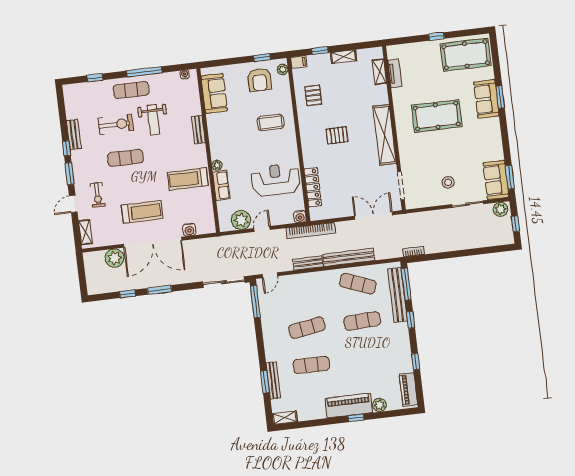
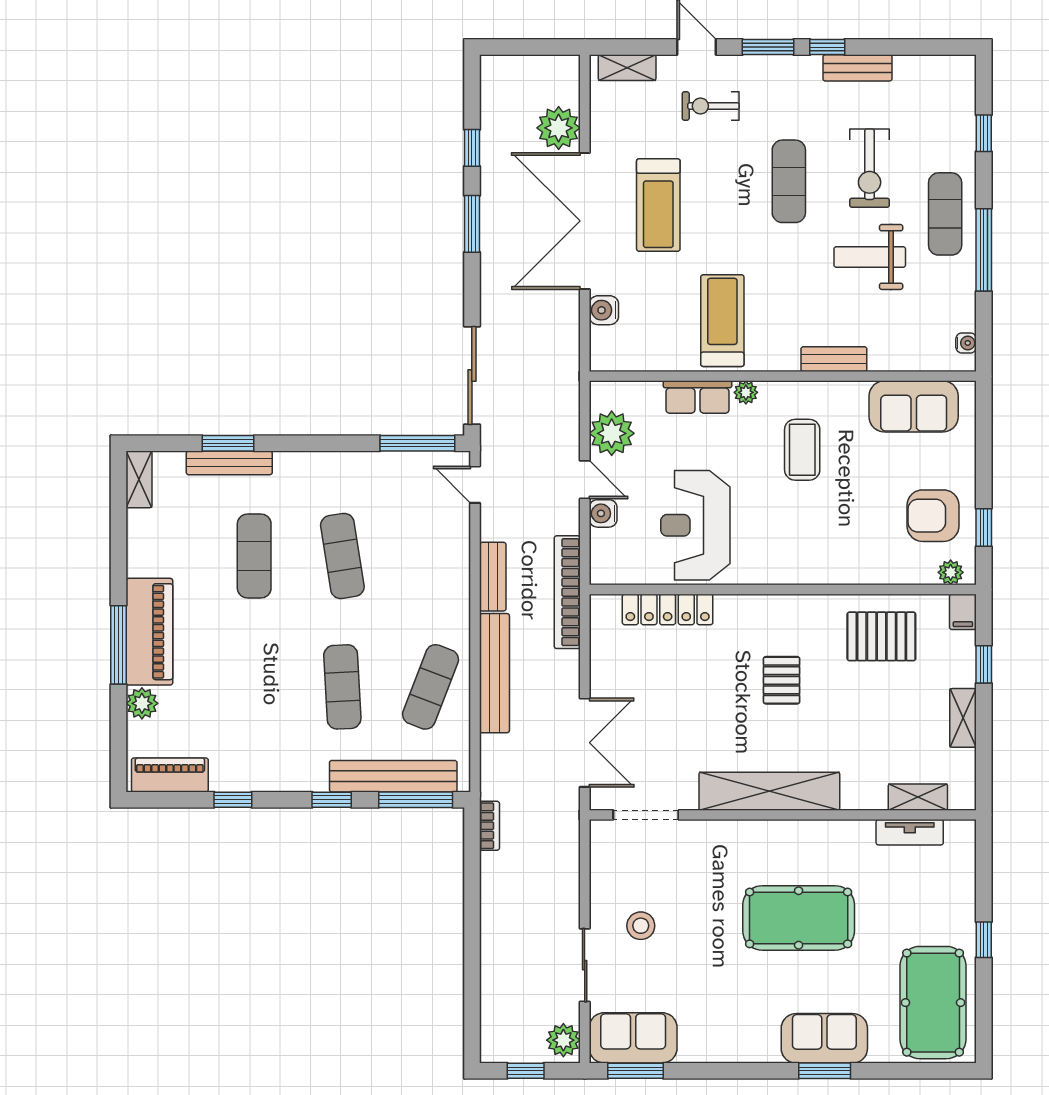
pallet: (313, 95) -> (881, 636), width x1.50, depth x1.42
pool table: (437, 116) -> (799, 918), turned 90
coffee table: (271, 122) -> (802, 450), moved
reception desk: (276, 180) -> (695, 525), turned 180
water cooler: (300, 217) -> (603, 513), moved
window: (356, 418) -> (119, 645), width x2.17

